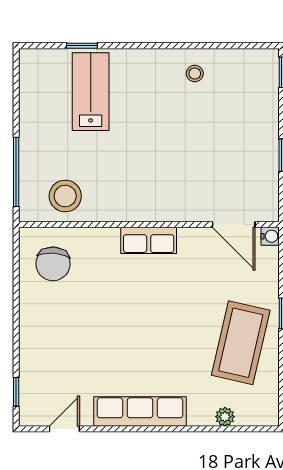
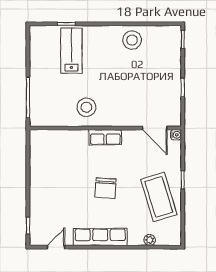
stool: (195, 74) -> (132, 40), width x1.89, depth x1.89
stool: (65, 196) -> (86, 107), moved
chair: (53, 264) -> (106, 188), moved
coffee table: (241, 343) -> (159, 197), turned -30

